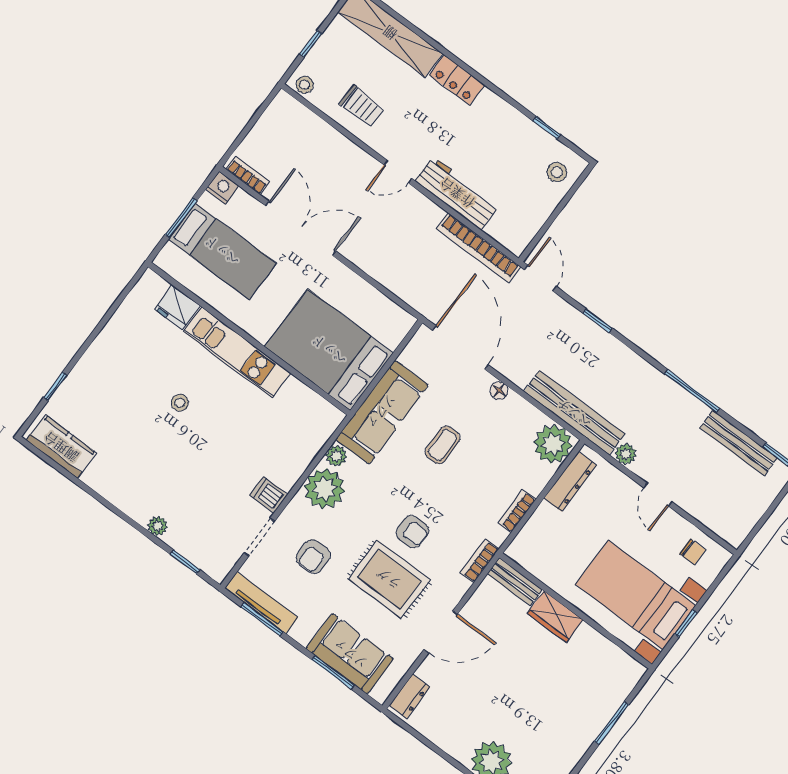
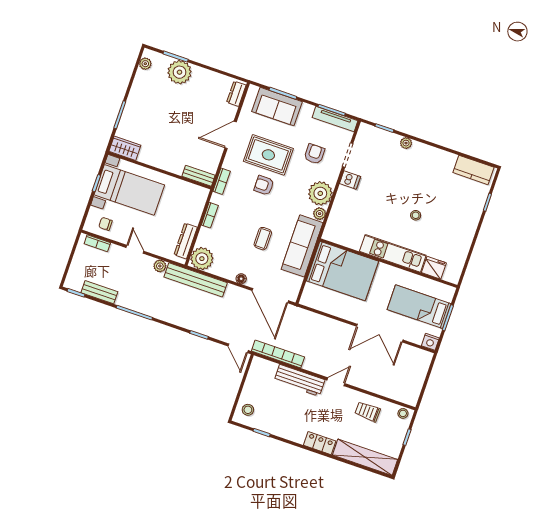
bookcase: (248, 175) -> (97, 243), moved
bench: (738, 443) -> (99, 292), width x0.73
wardrobe: (555, 617) -> (125, 148), moved

